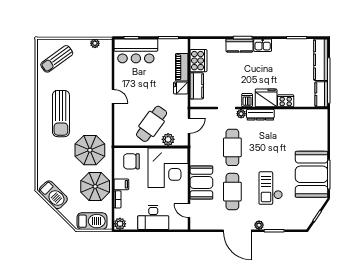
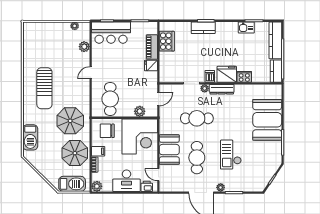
kitchen sink: (263, 45) -> (246, 27), moved
sun lounger: (57, 59) -> (41, 40), removed
plant: (106, 67) -> (84, 47), added
kitchen counter: (197, 86) -> (165, 64), removed
door: (113, 96) -> (91, 73), swing flipped
cafe table: (152, 124) -> (110, 99), moved, turned -36
cafe table: (232, 147) -> (197, 118), turned 90
booth: (312, 174) -> (267, 120), moved
barbecue: (53, 195) -> (30, 137), moved, turned 45
printer: (176, 224) -> (147, 186), added

